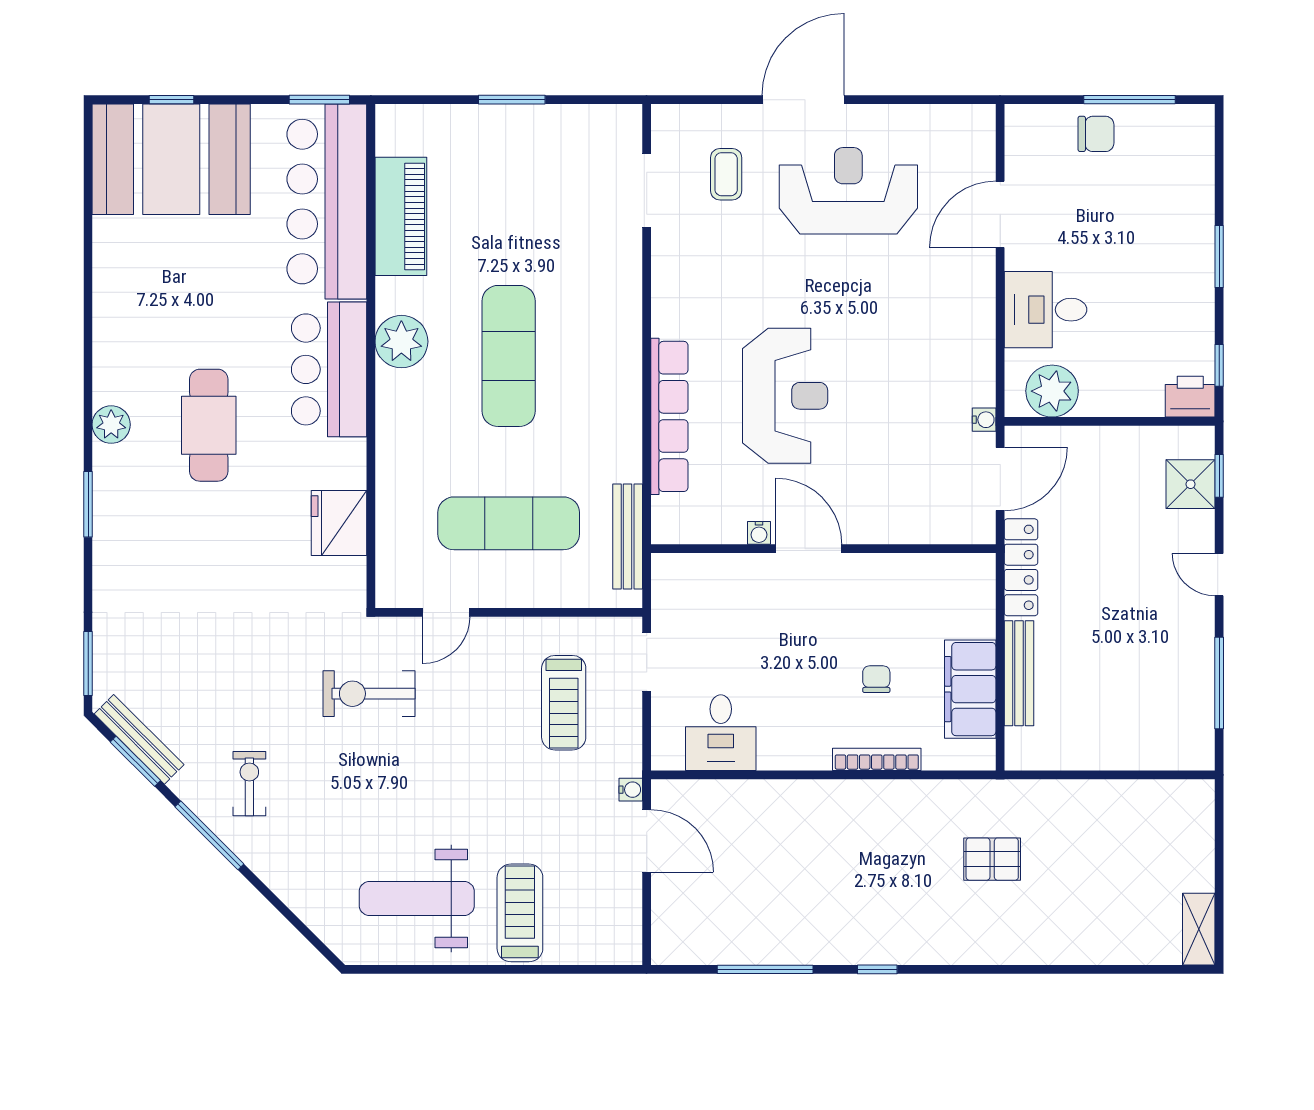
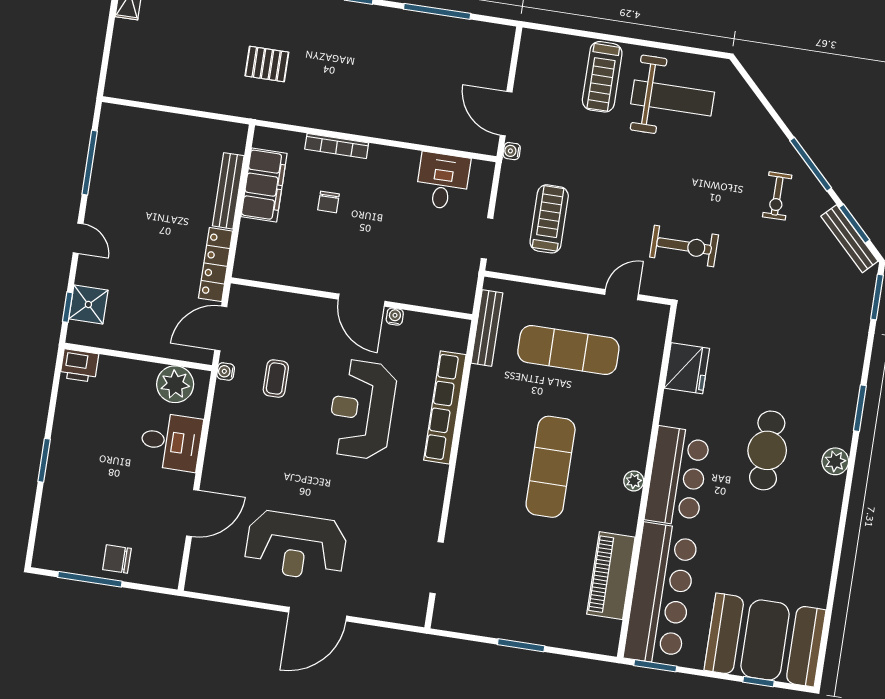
coffee table: (726, 174) -> (276, 379), moved
plant: (401, 342) -> (634, 481), width x0.53, depth x0.53
window: (1219, 365) -> (56, 384), removed

